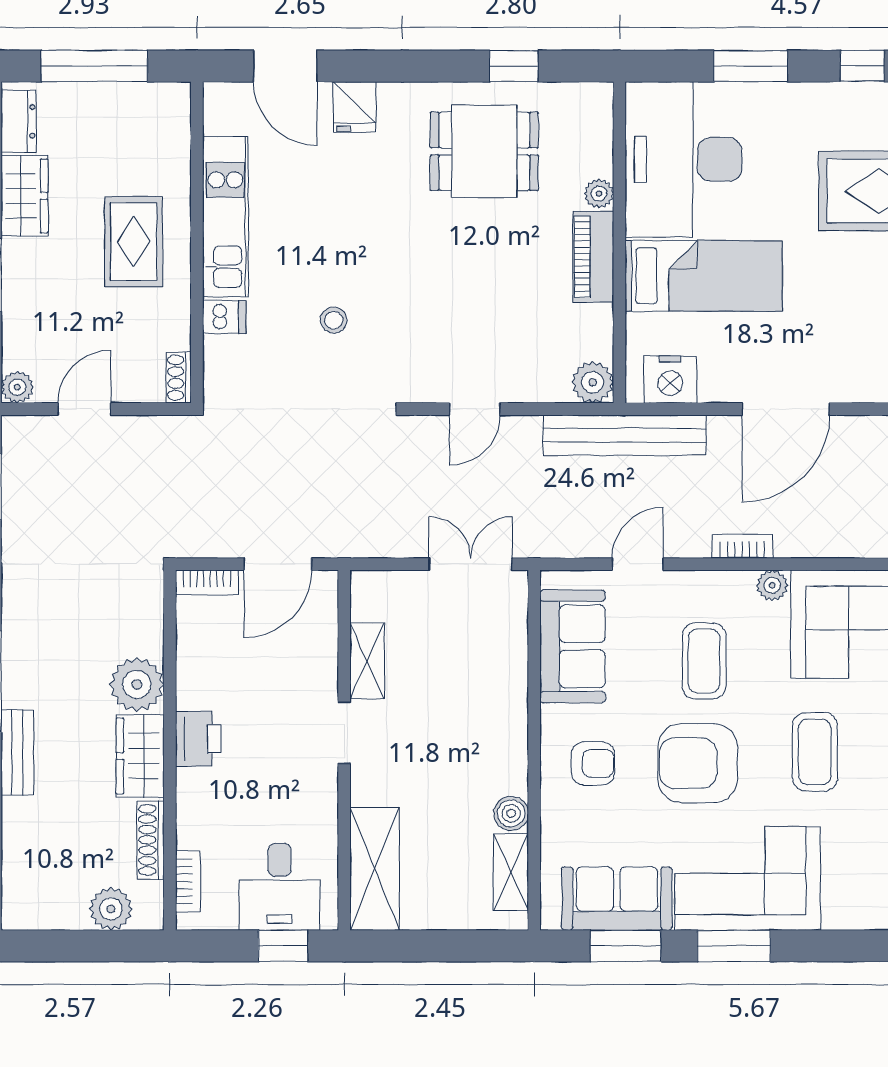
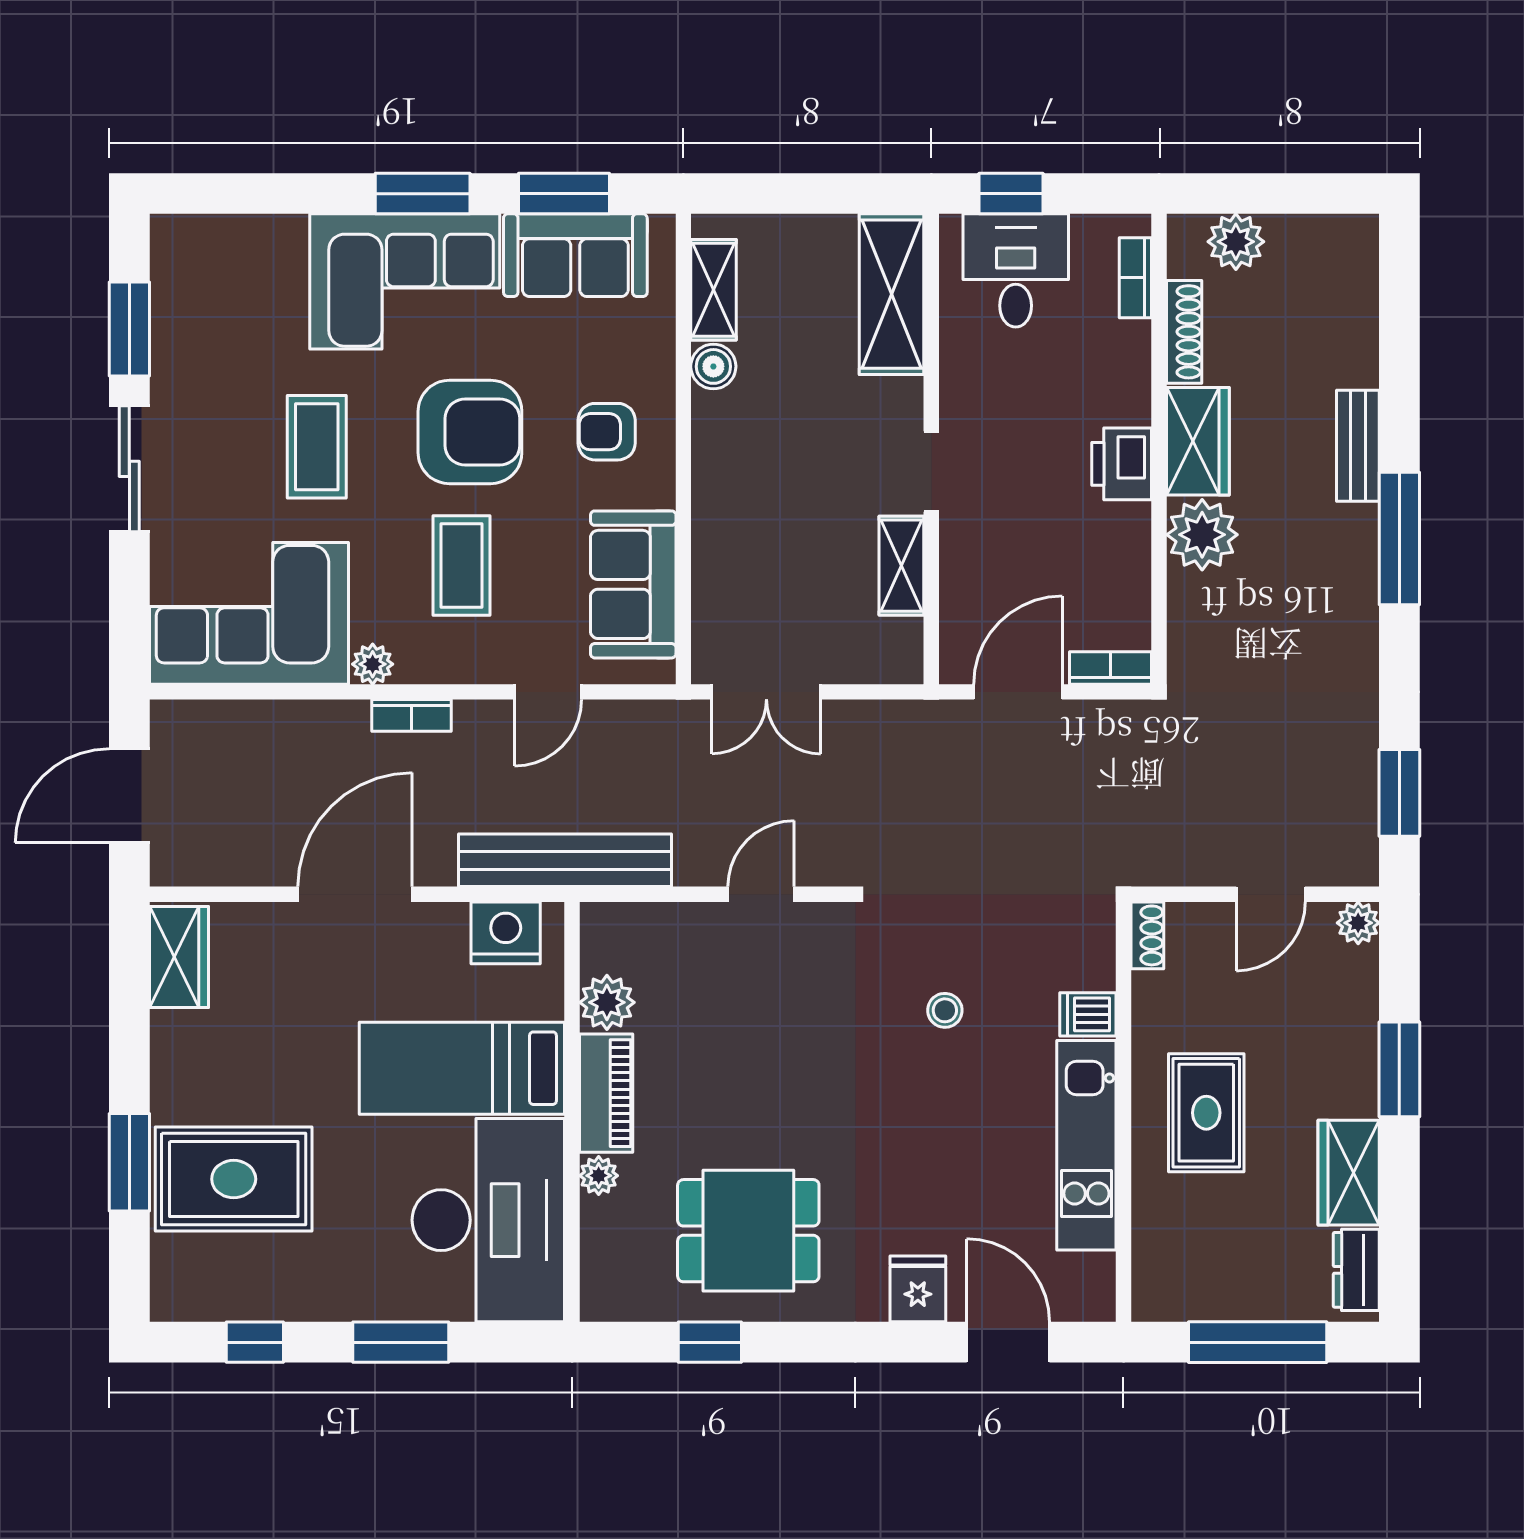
plant: (593, 382) -> (607, 1002), moved

